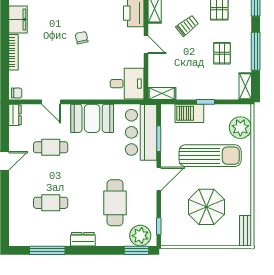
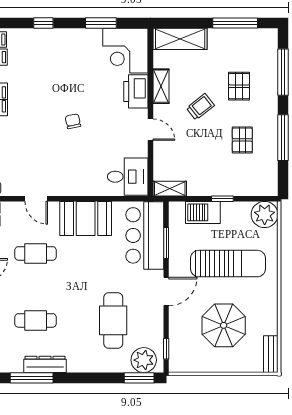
shelving: (245, 86) -> (270, 180), removed
plant: (240, 128) -> (265, 214), moved
dresser: (83, 239) -> (45, 364), moved, width x1.44

